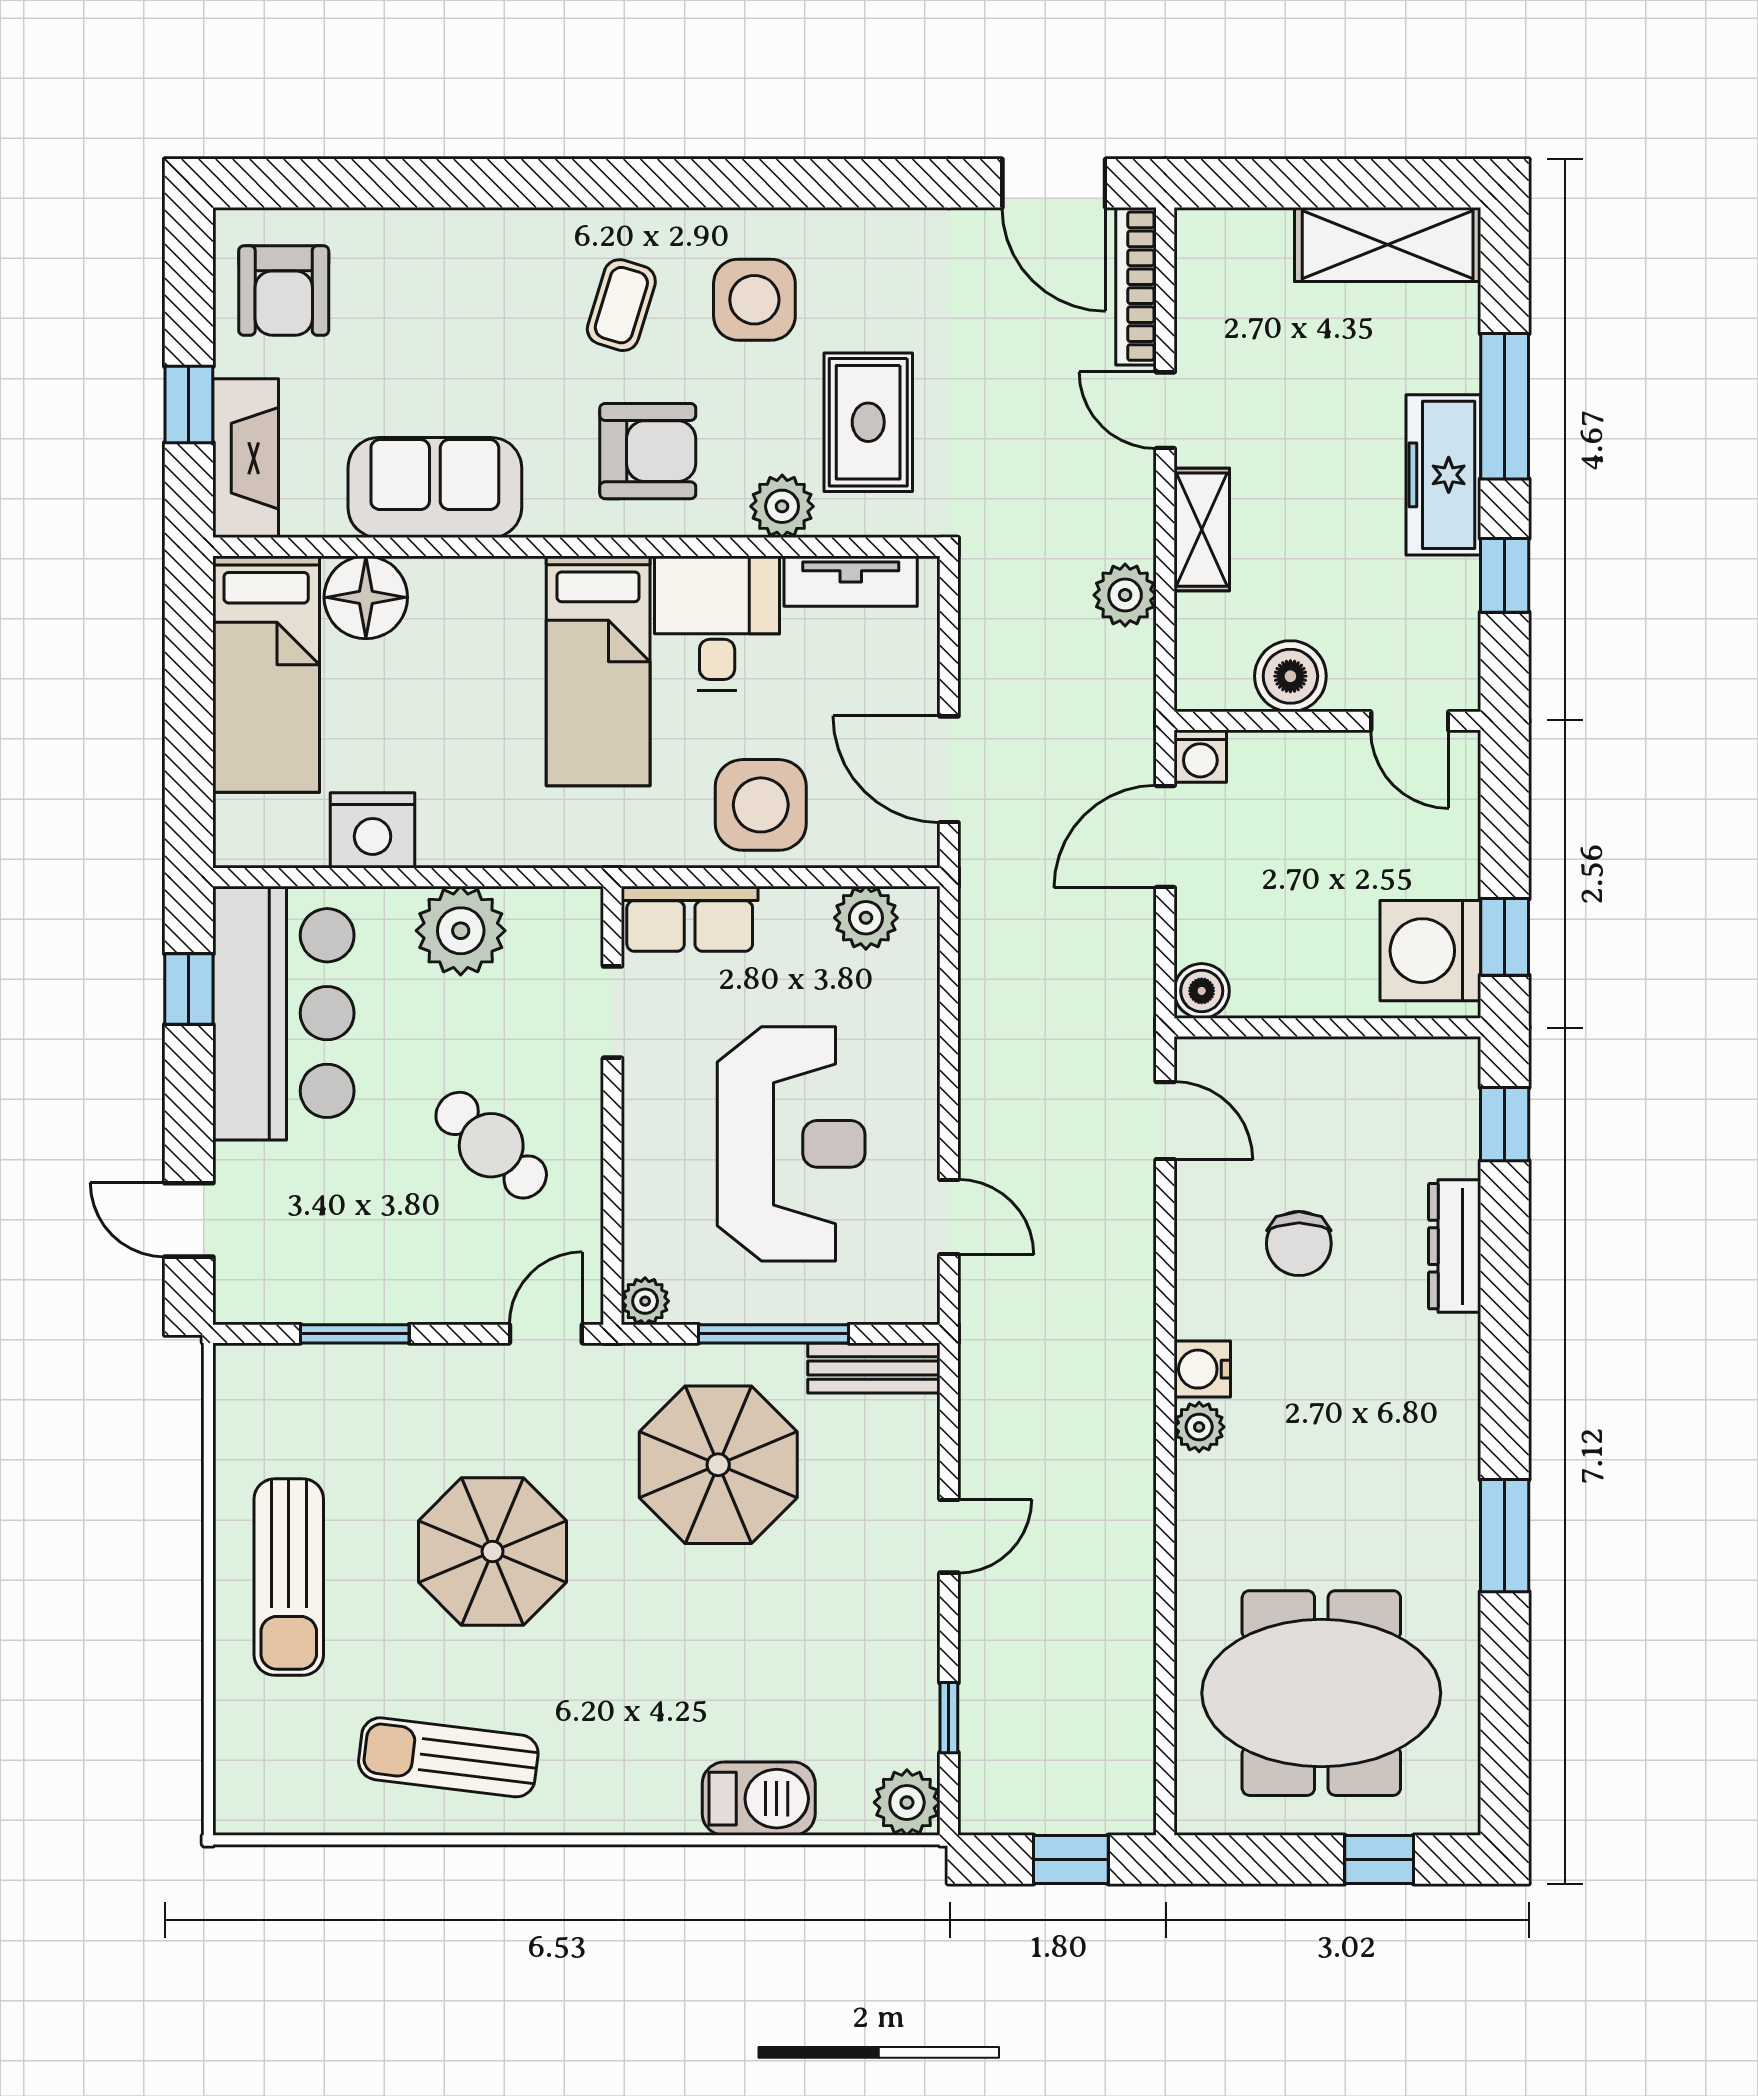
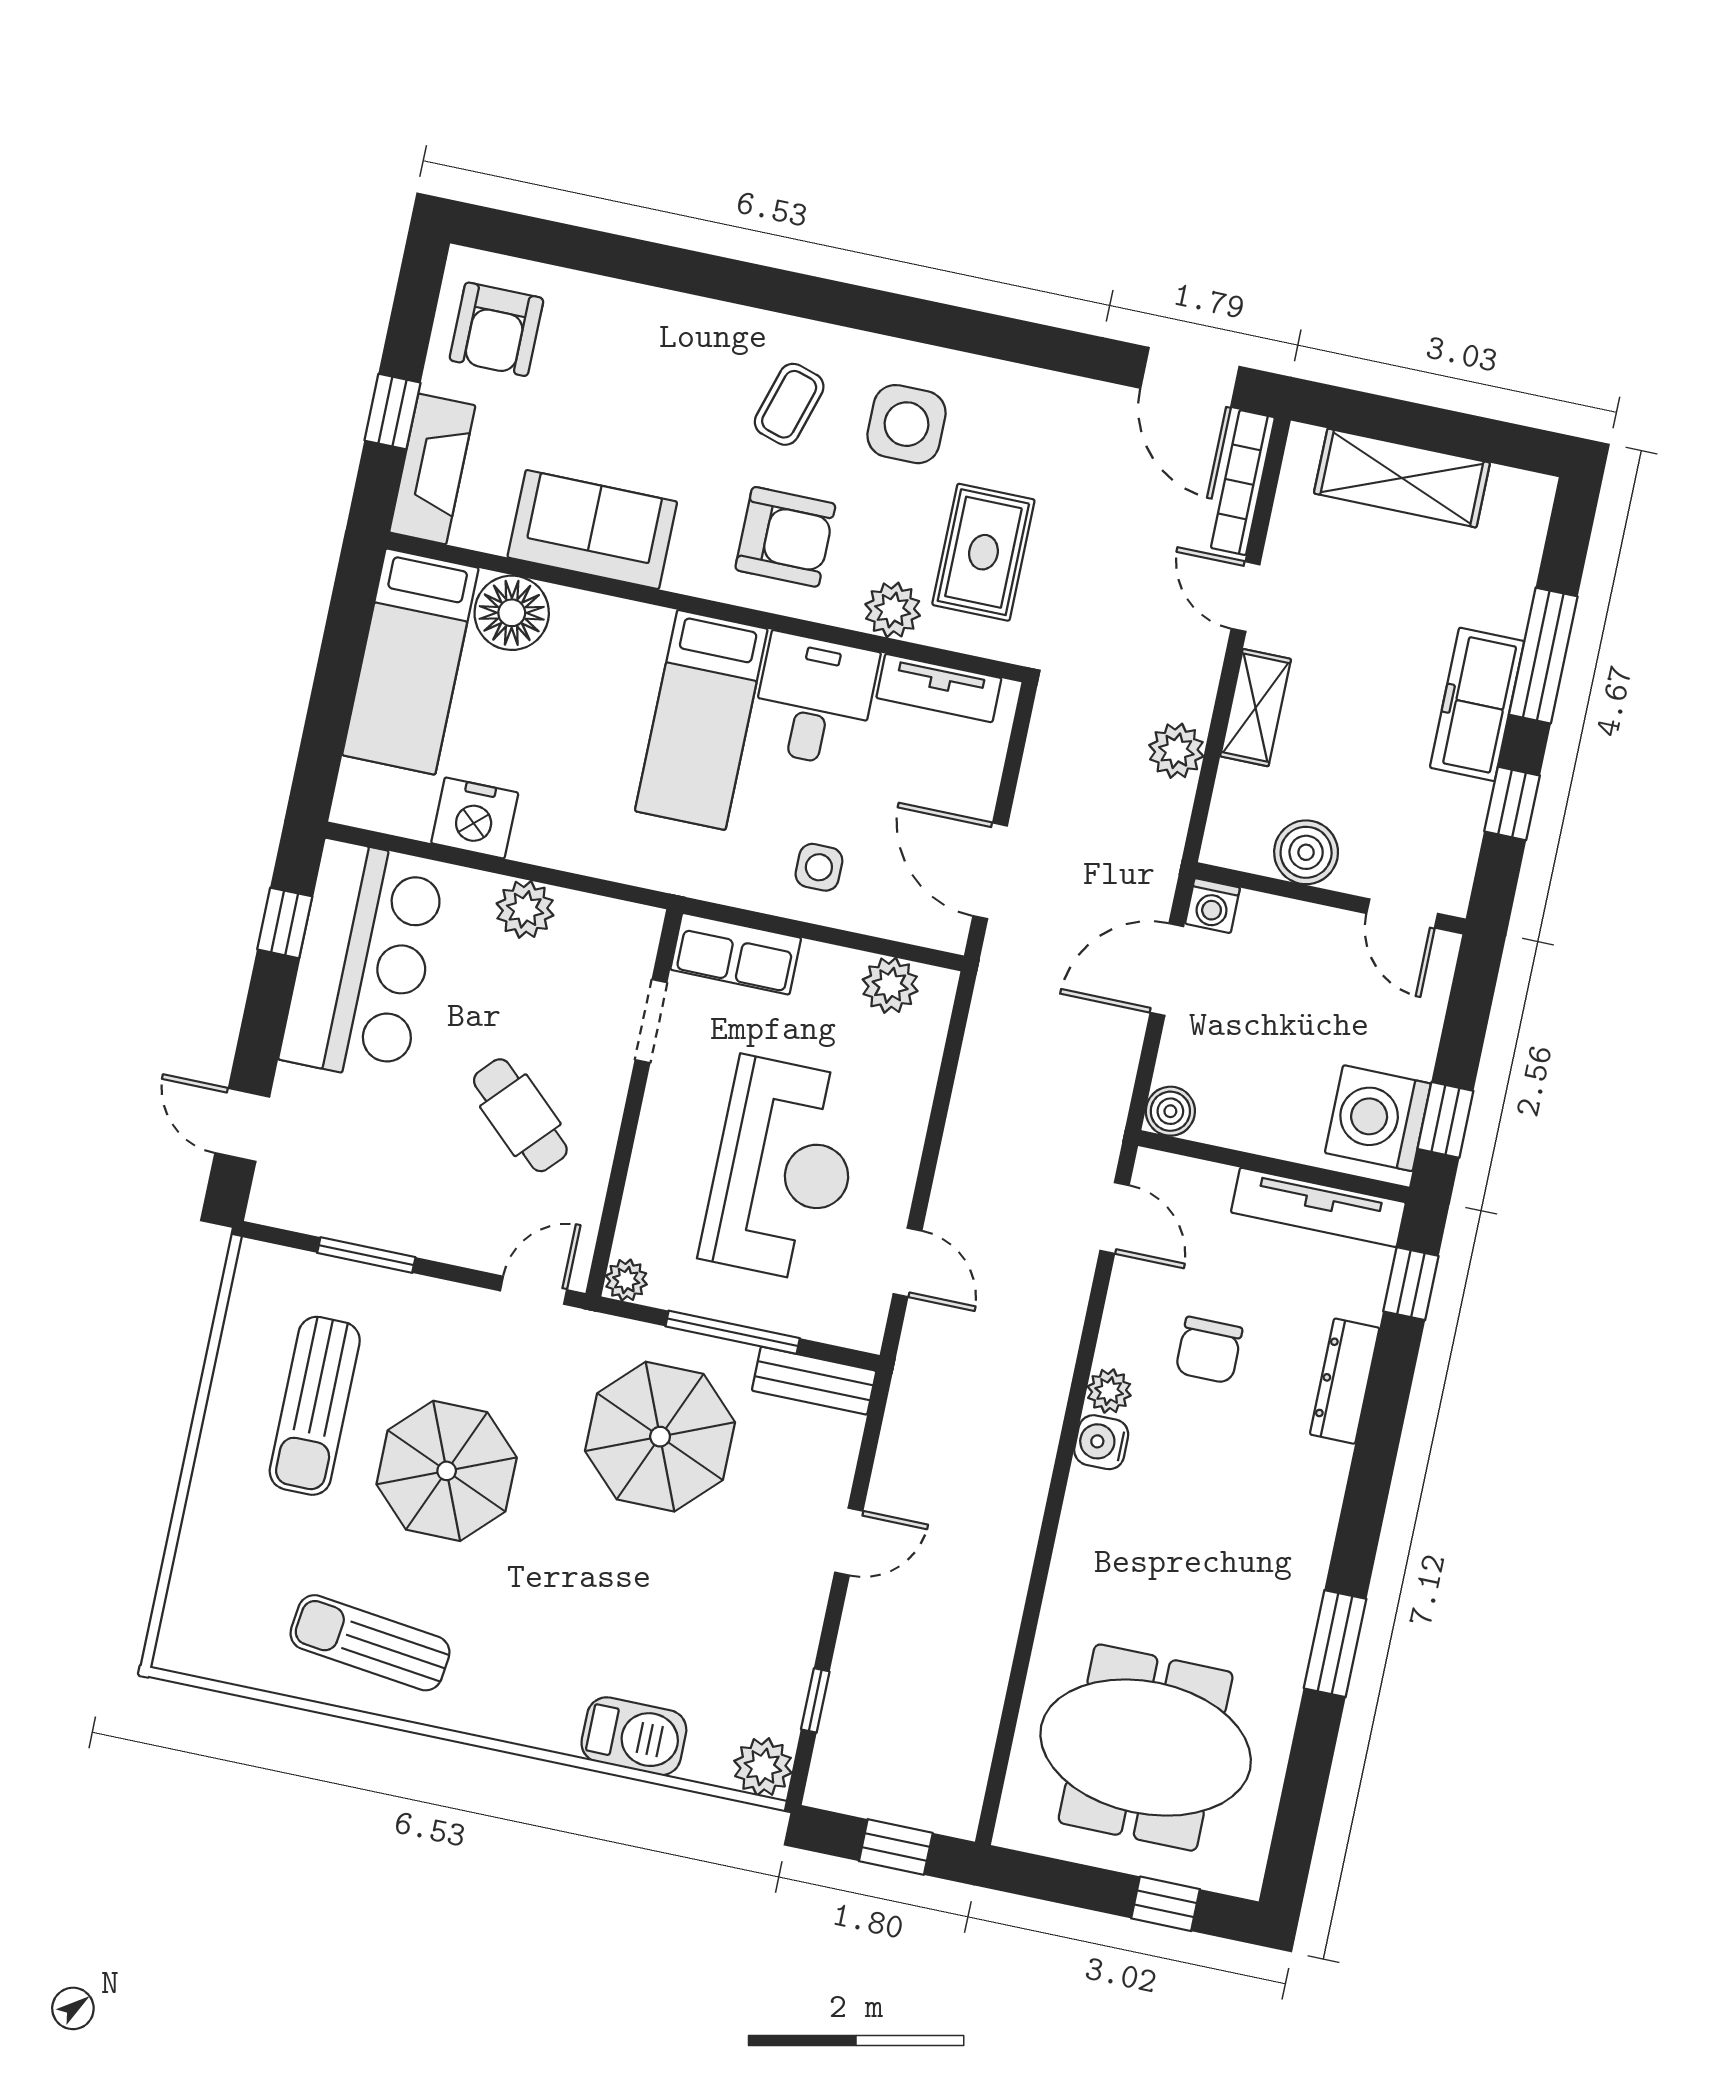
shelving: (1388, 244) -> (1402, 478), moved
side table: (761, 805) -> (819, 867), width x0.54, depth x0.54
plant: (461, 931) -> (525, 909), width x0.73, depth x0.73
tv unit: (1386, 1062) -> (1318, 1207), added
plant: (1199, 1427) -> (1109, 1391), moved
sun lounger: (289, 1577) -> (315, 1406), moved

